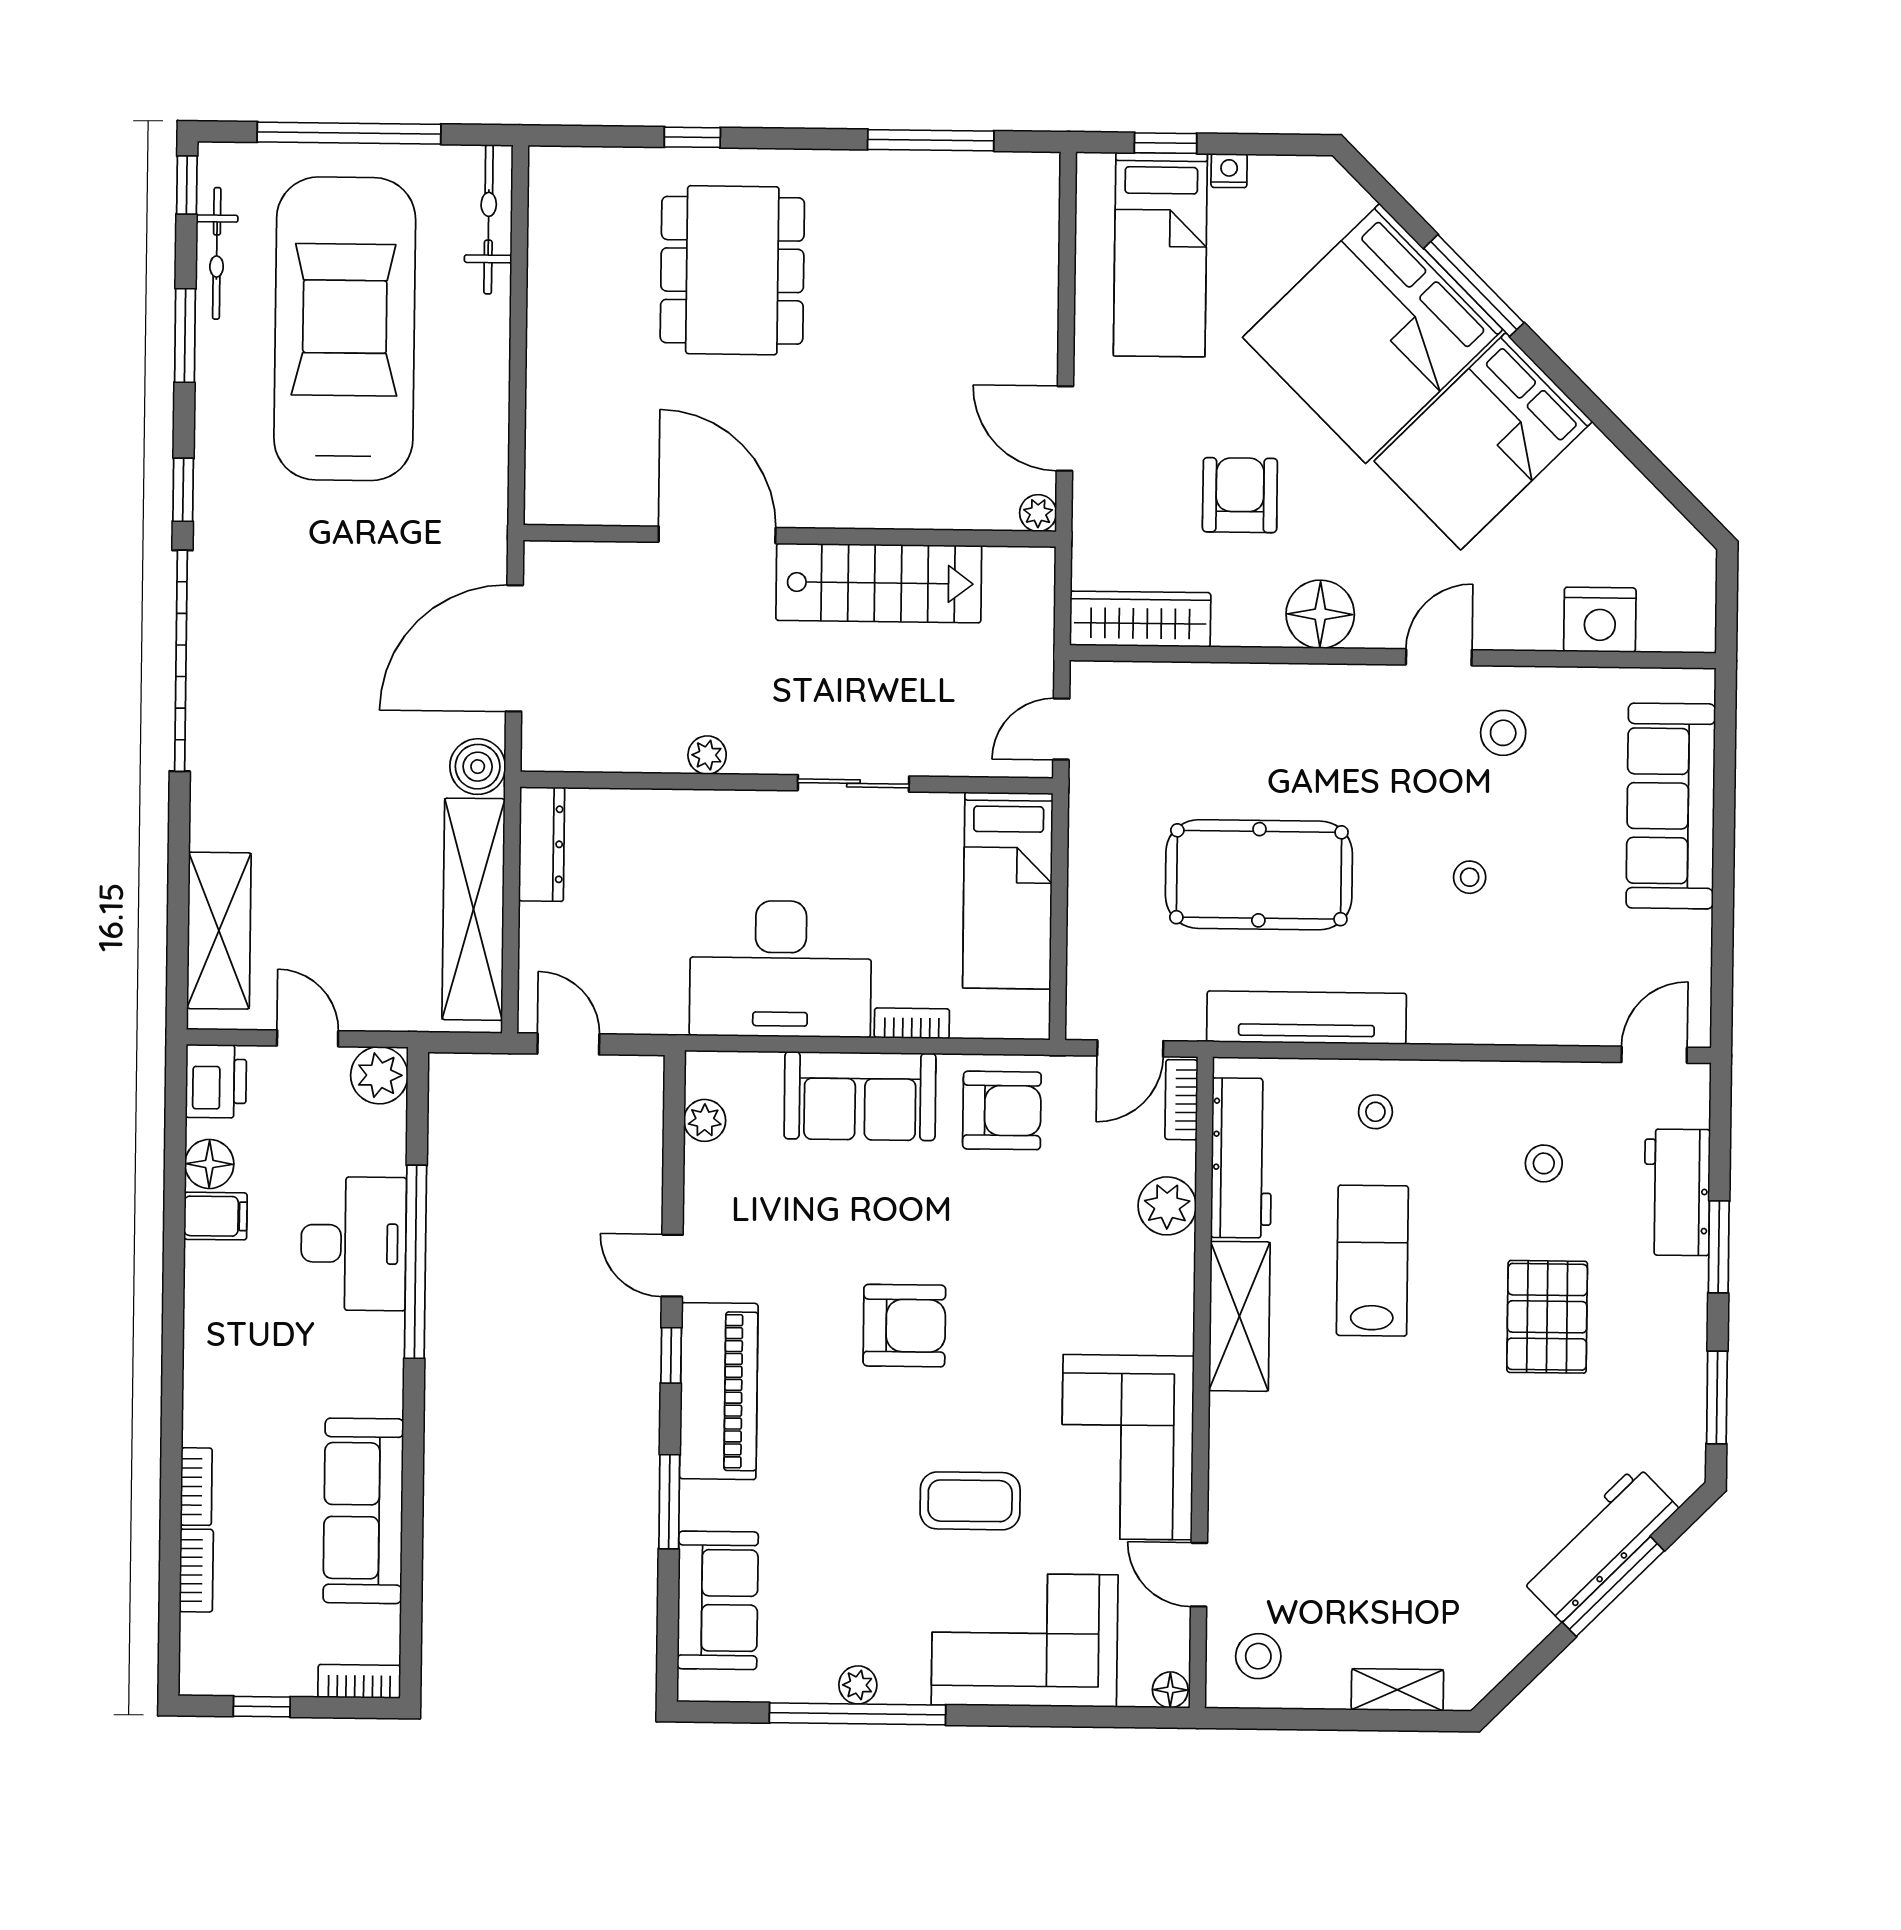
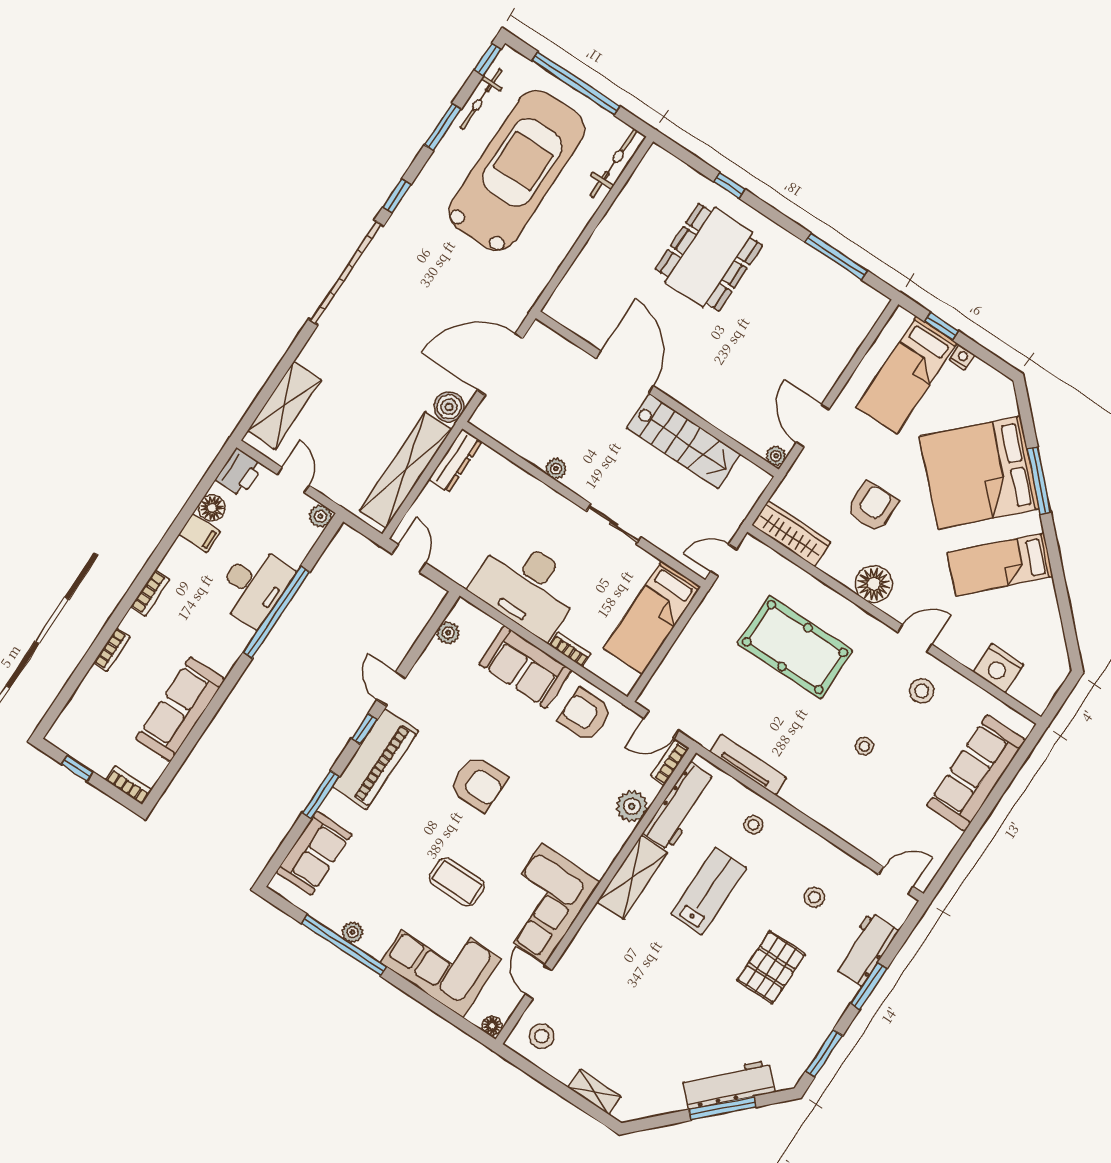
bed: (1483, 441) -> (1000, 565), width x0.67
pool table: (1259, 875) -> (795, 647), moved
tv unit: (1307, 1018) -> (748, 765), width x0.73, depth x0.78
plant: (379, 1075) -> (320, 516), width x0.73, depth x0.73
armchair: (1002, 1110) -> (585, 715), turned 180
bookcase: (196, 1571) -> (150, 593), moved

